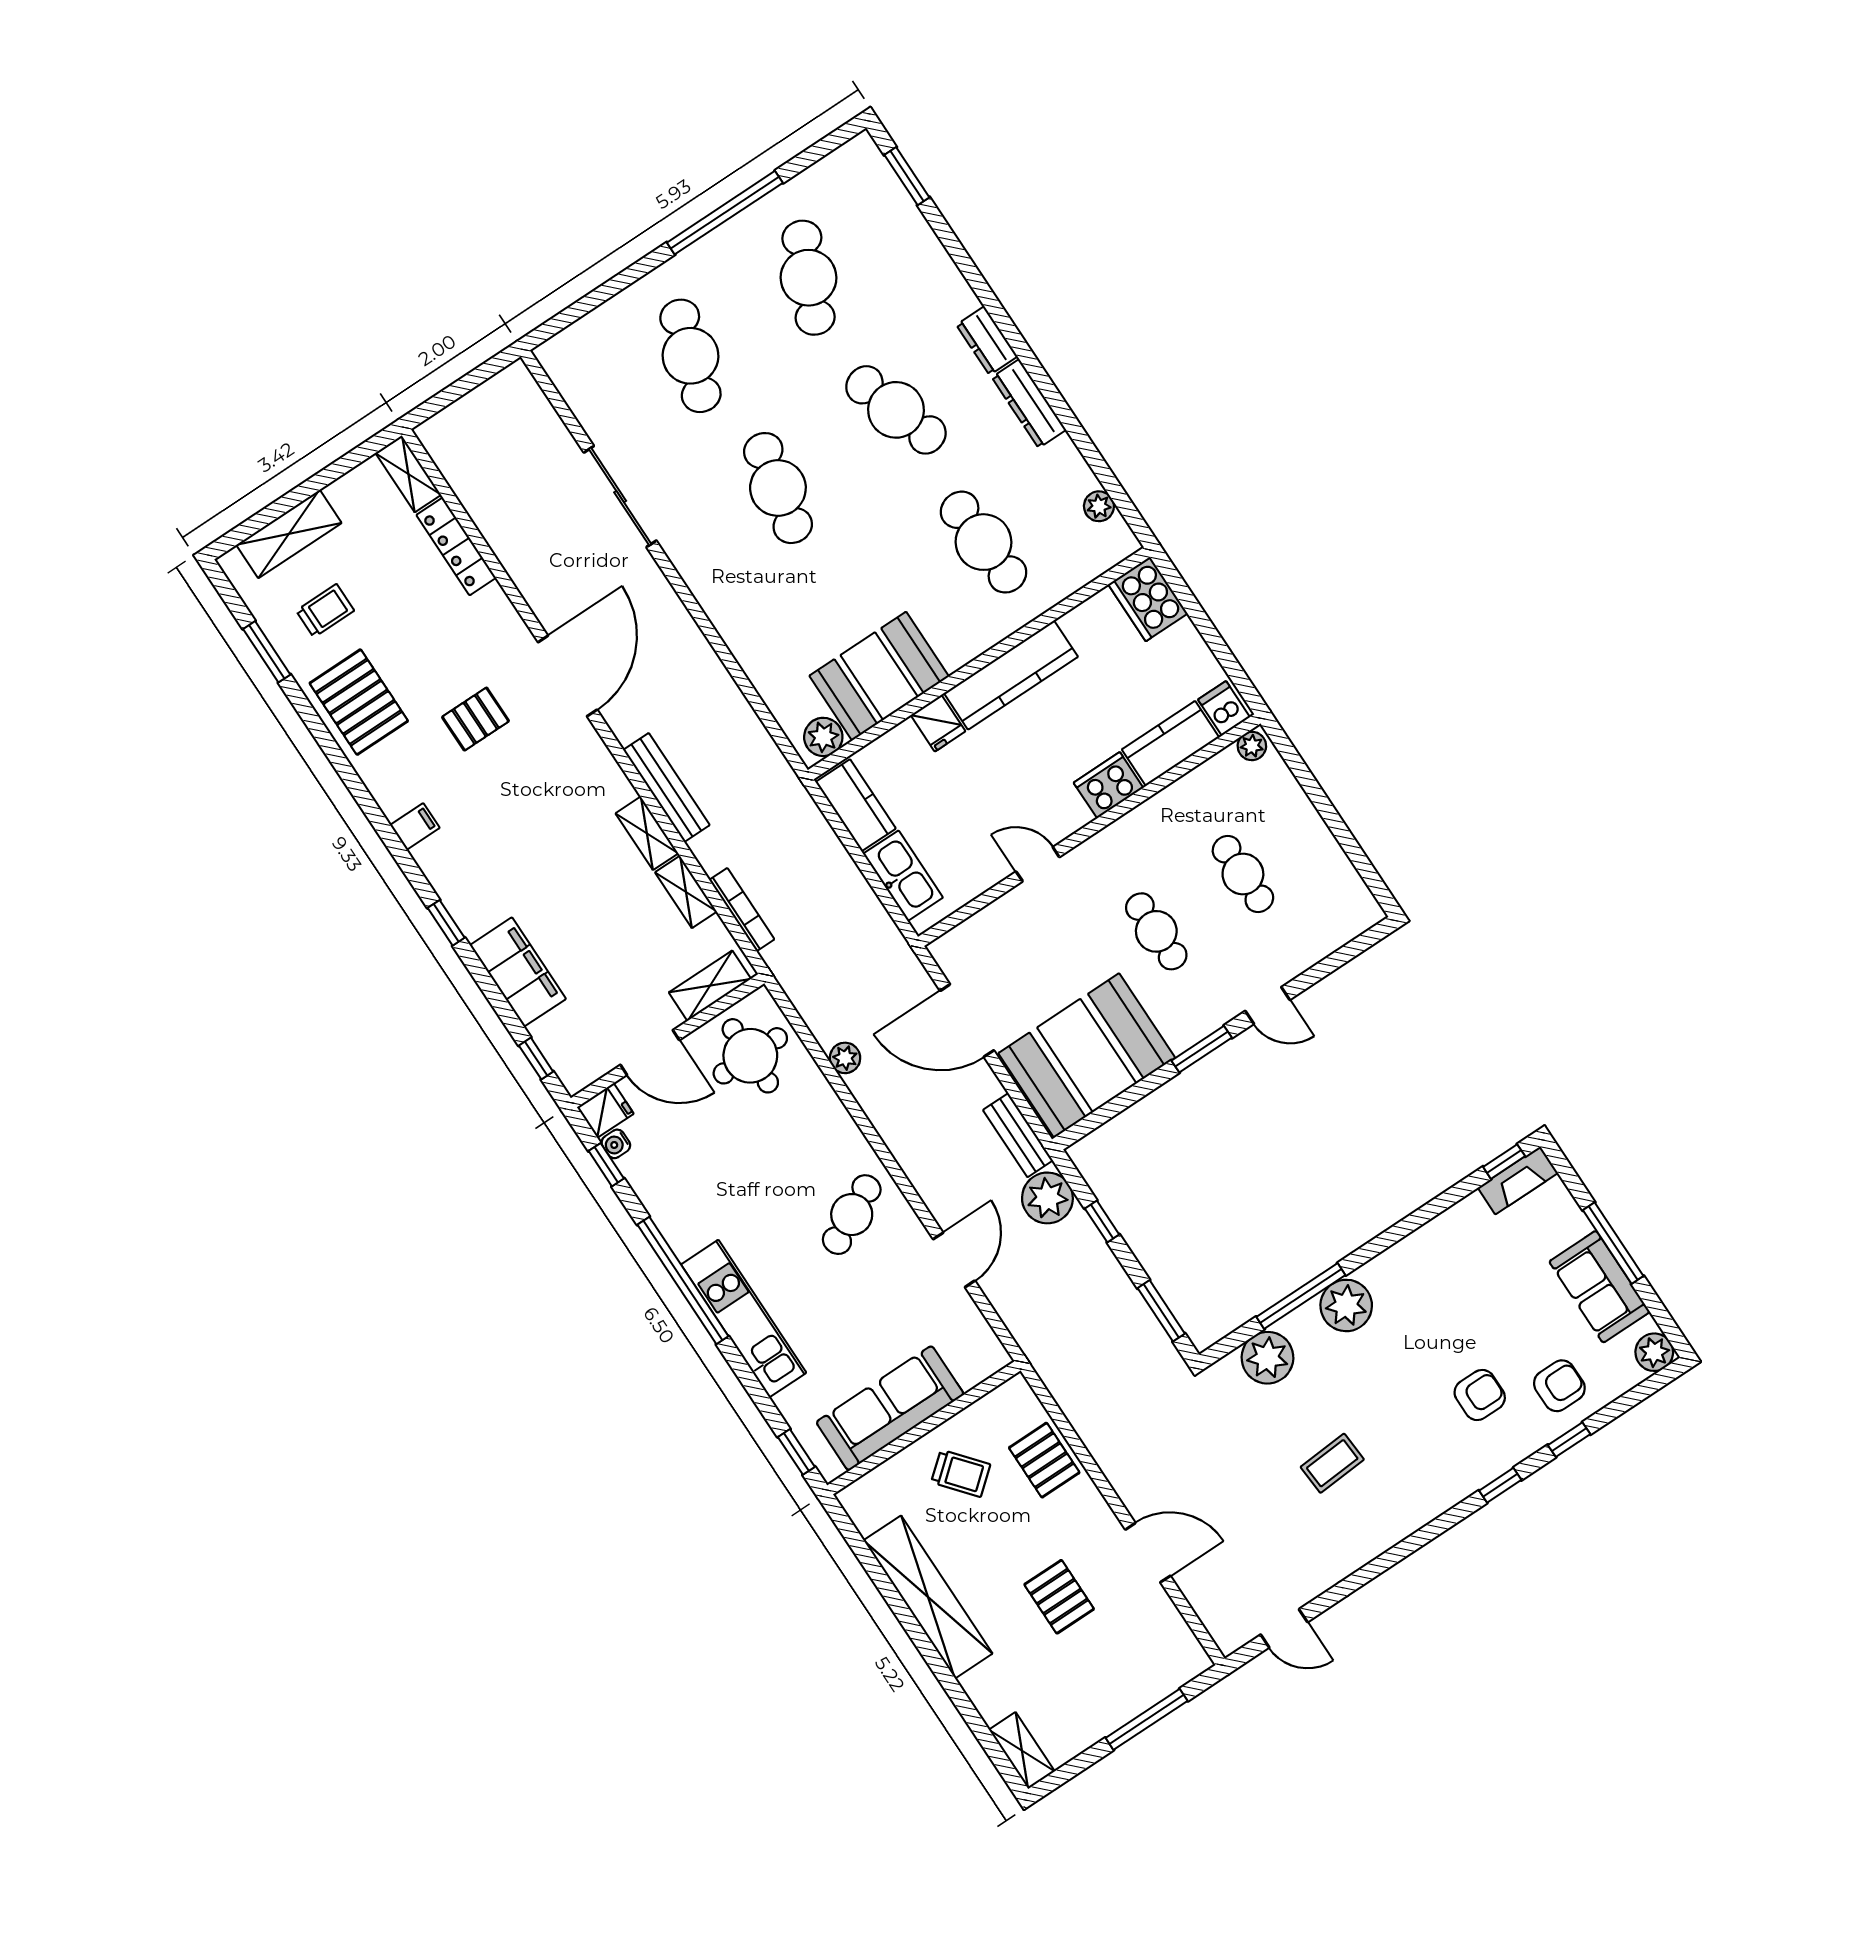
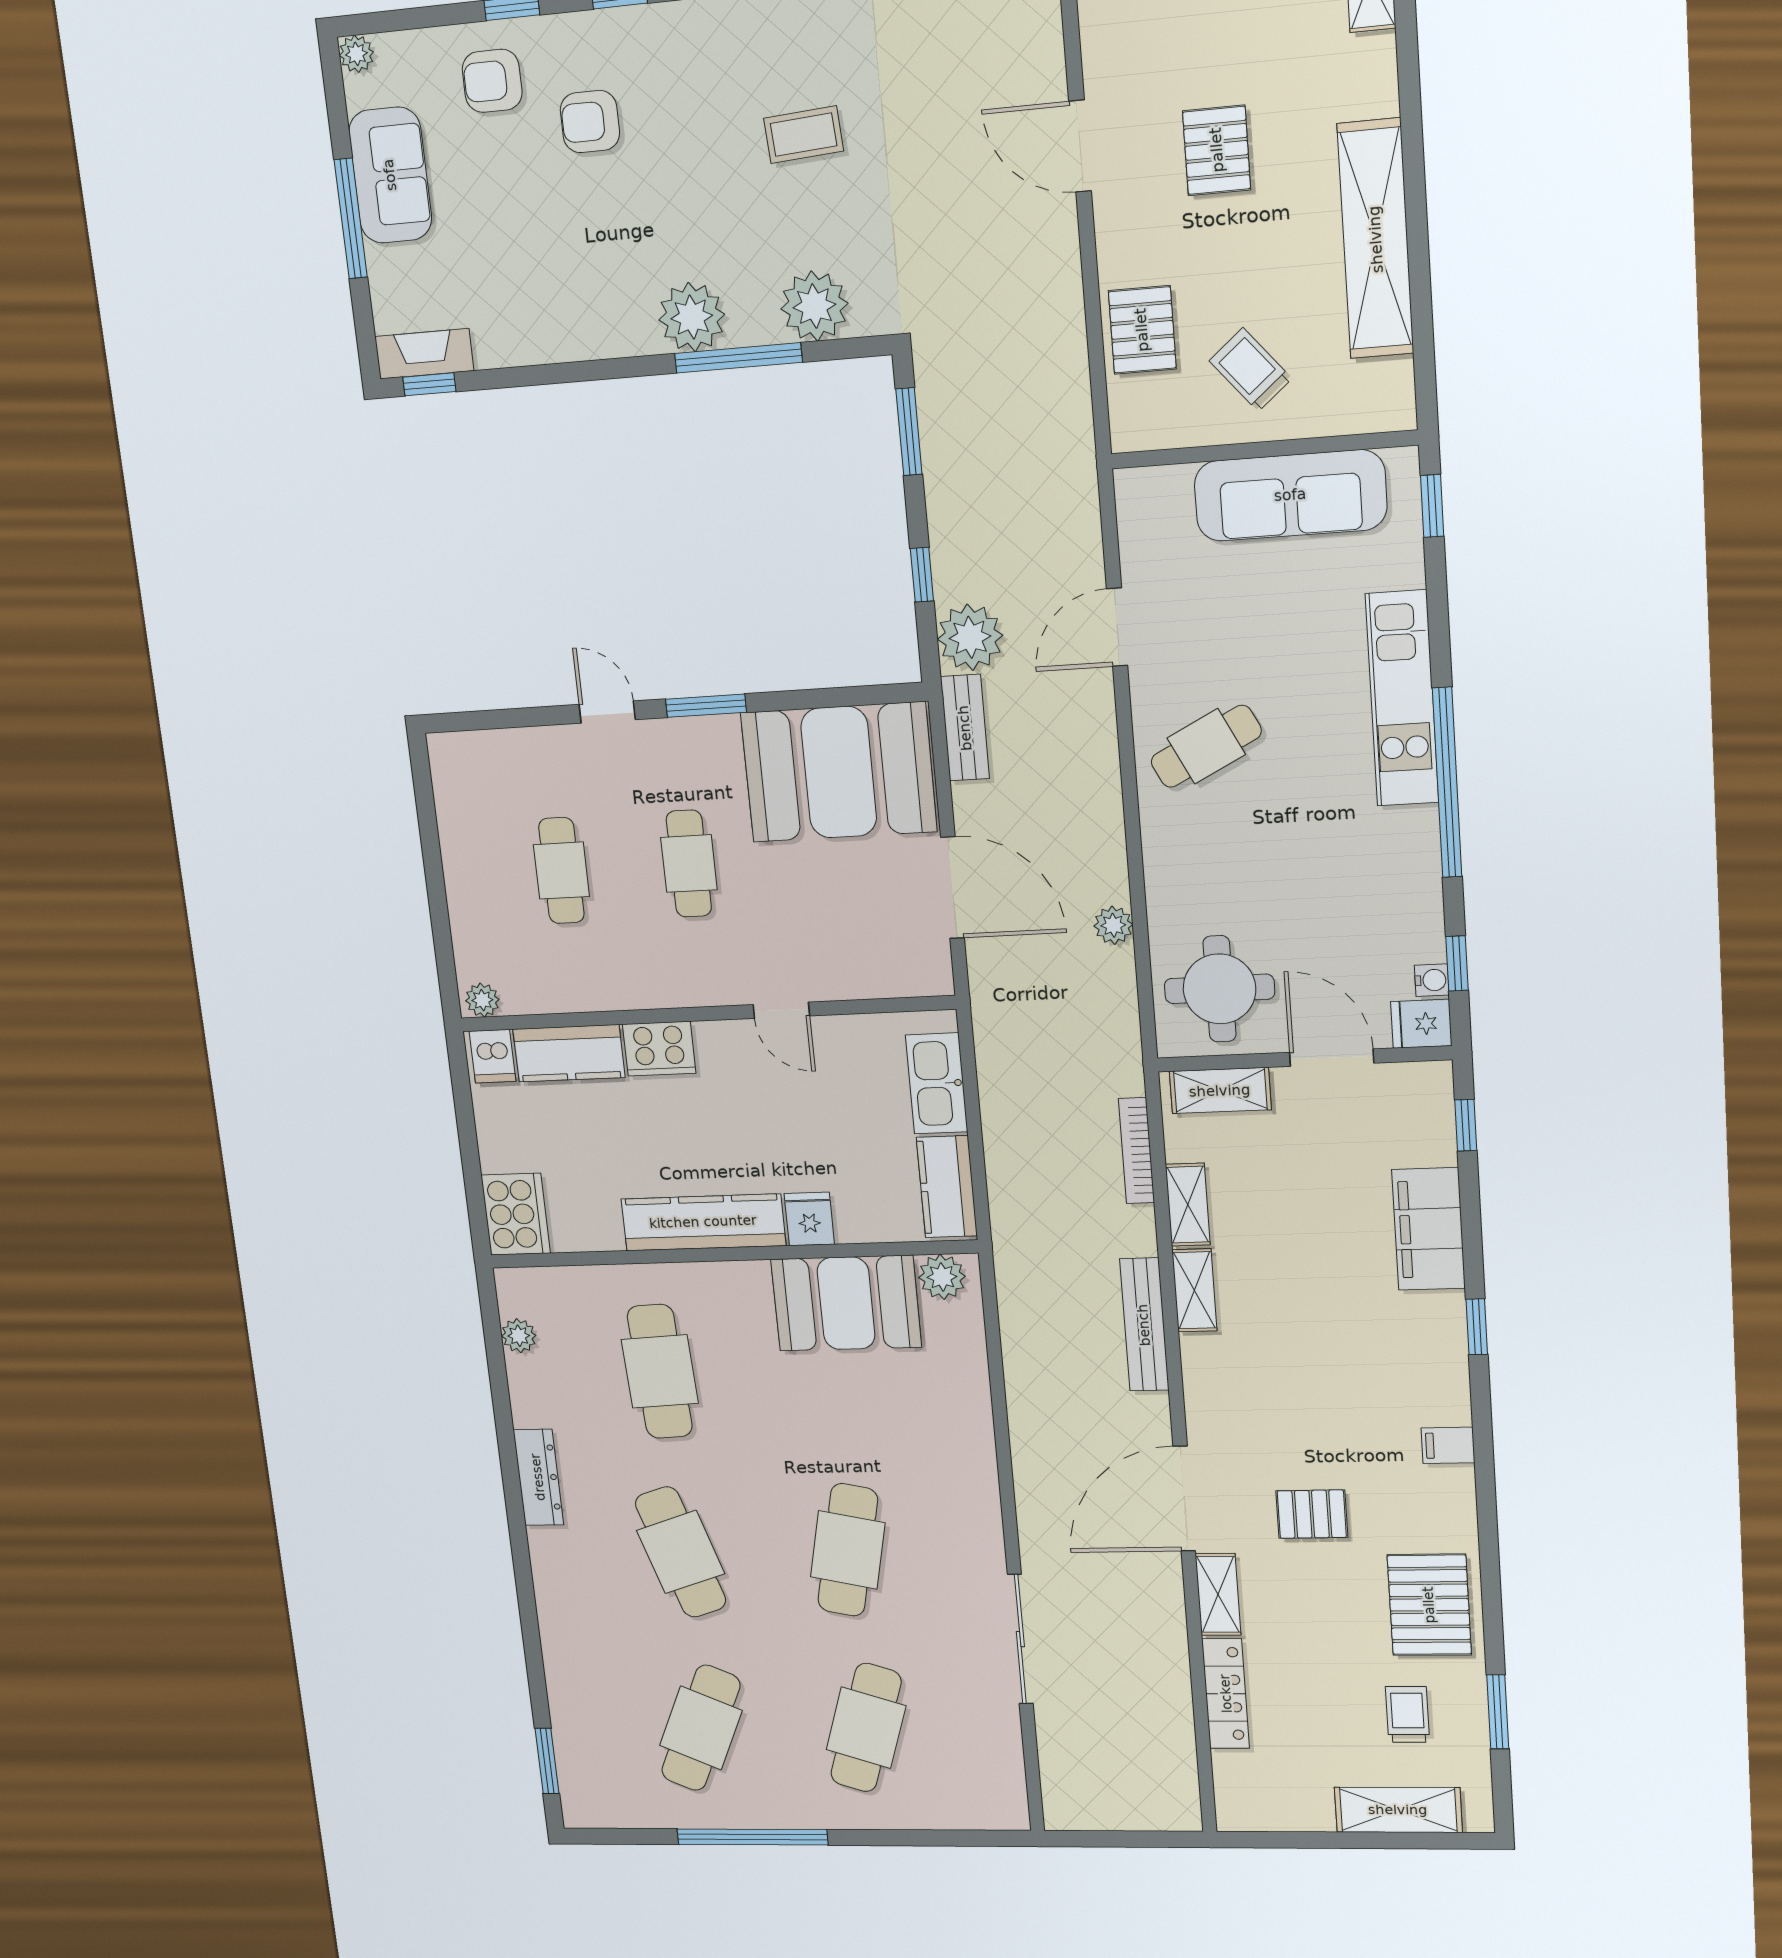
dresser: (987, 341) -> (549, 1562), removed
shelving: (408, 474) -> (1218, 1594), moved
trolley: (325, 611) -> (1407, 1714), turned 90
plant: (1654, 1352) -> (356, 54), width x0.73, depth x0.73

